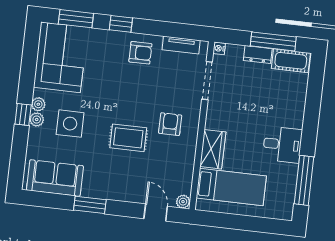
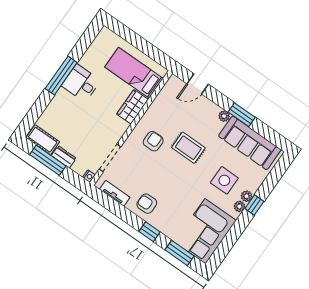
armchair: (170, 124) -> (153, 141), turned 180
sofa: (55, 178) -> (250, 143), width x1.36
window: (304, 180) -> (61, 76), moved
plant: (183, 202) -> (224, 116), moved
door: (156, 212) -> (198, 84), hinge flipped

